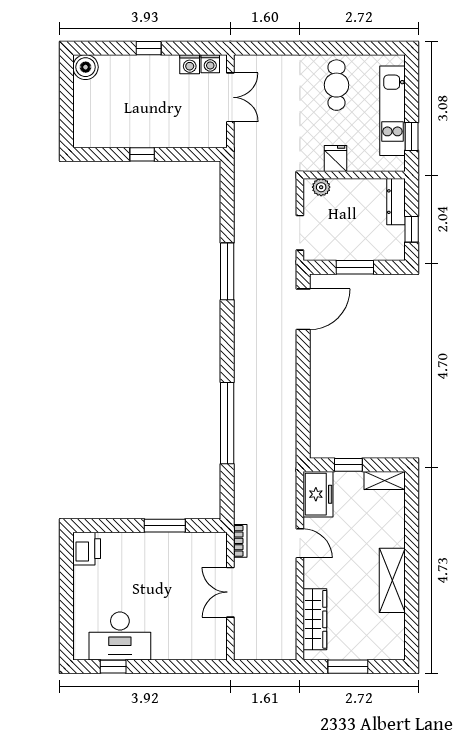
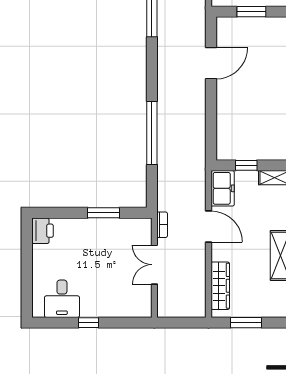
door: (303, 309) -> (211, 63), moved
door: (300, 543) -> (208, 227), width x1.38
desk: (120, 636) -> (62, 299), width x0.73
window: (113, 667) -> (89, 323), moved

